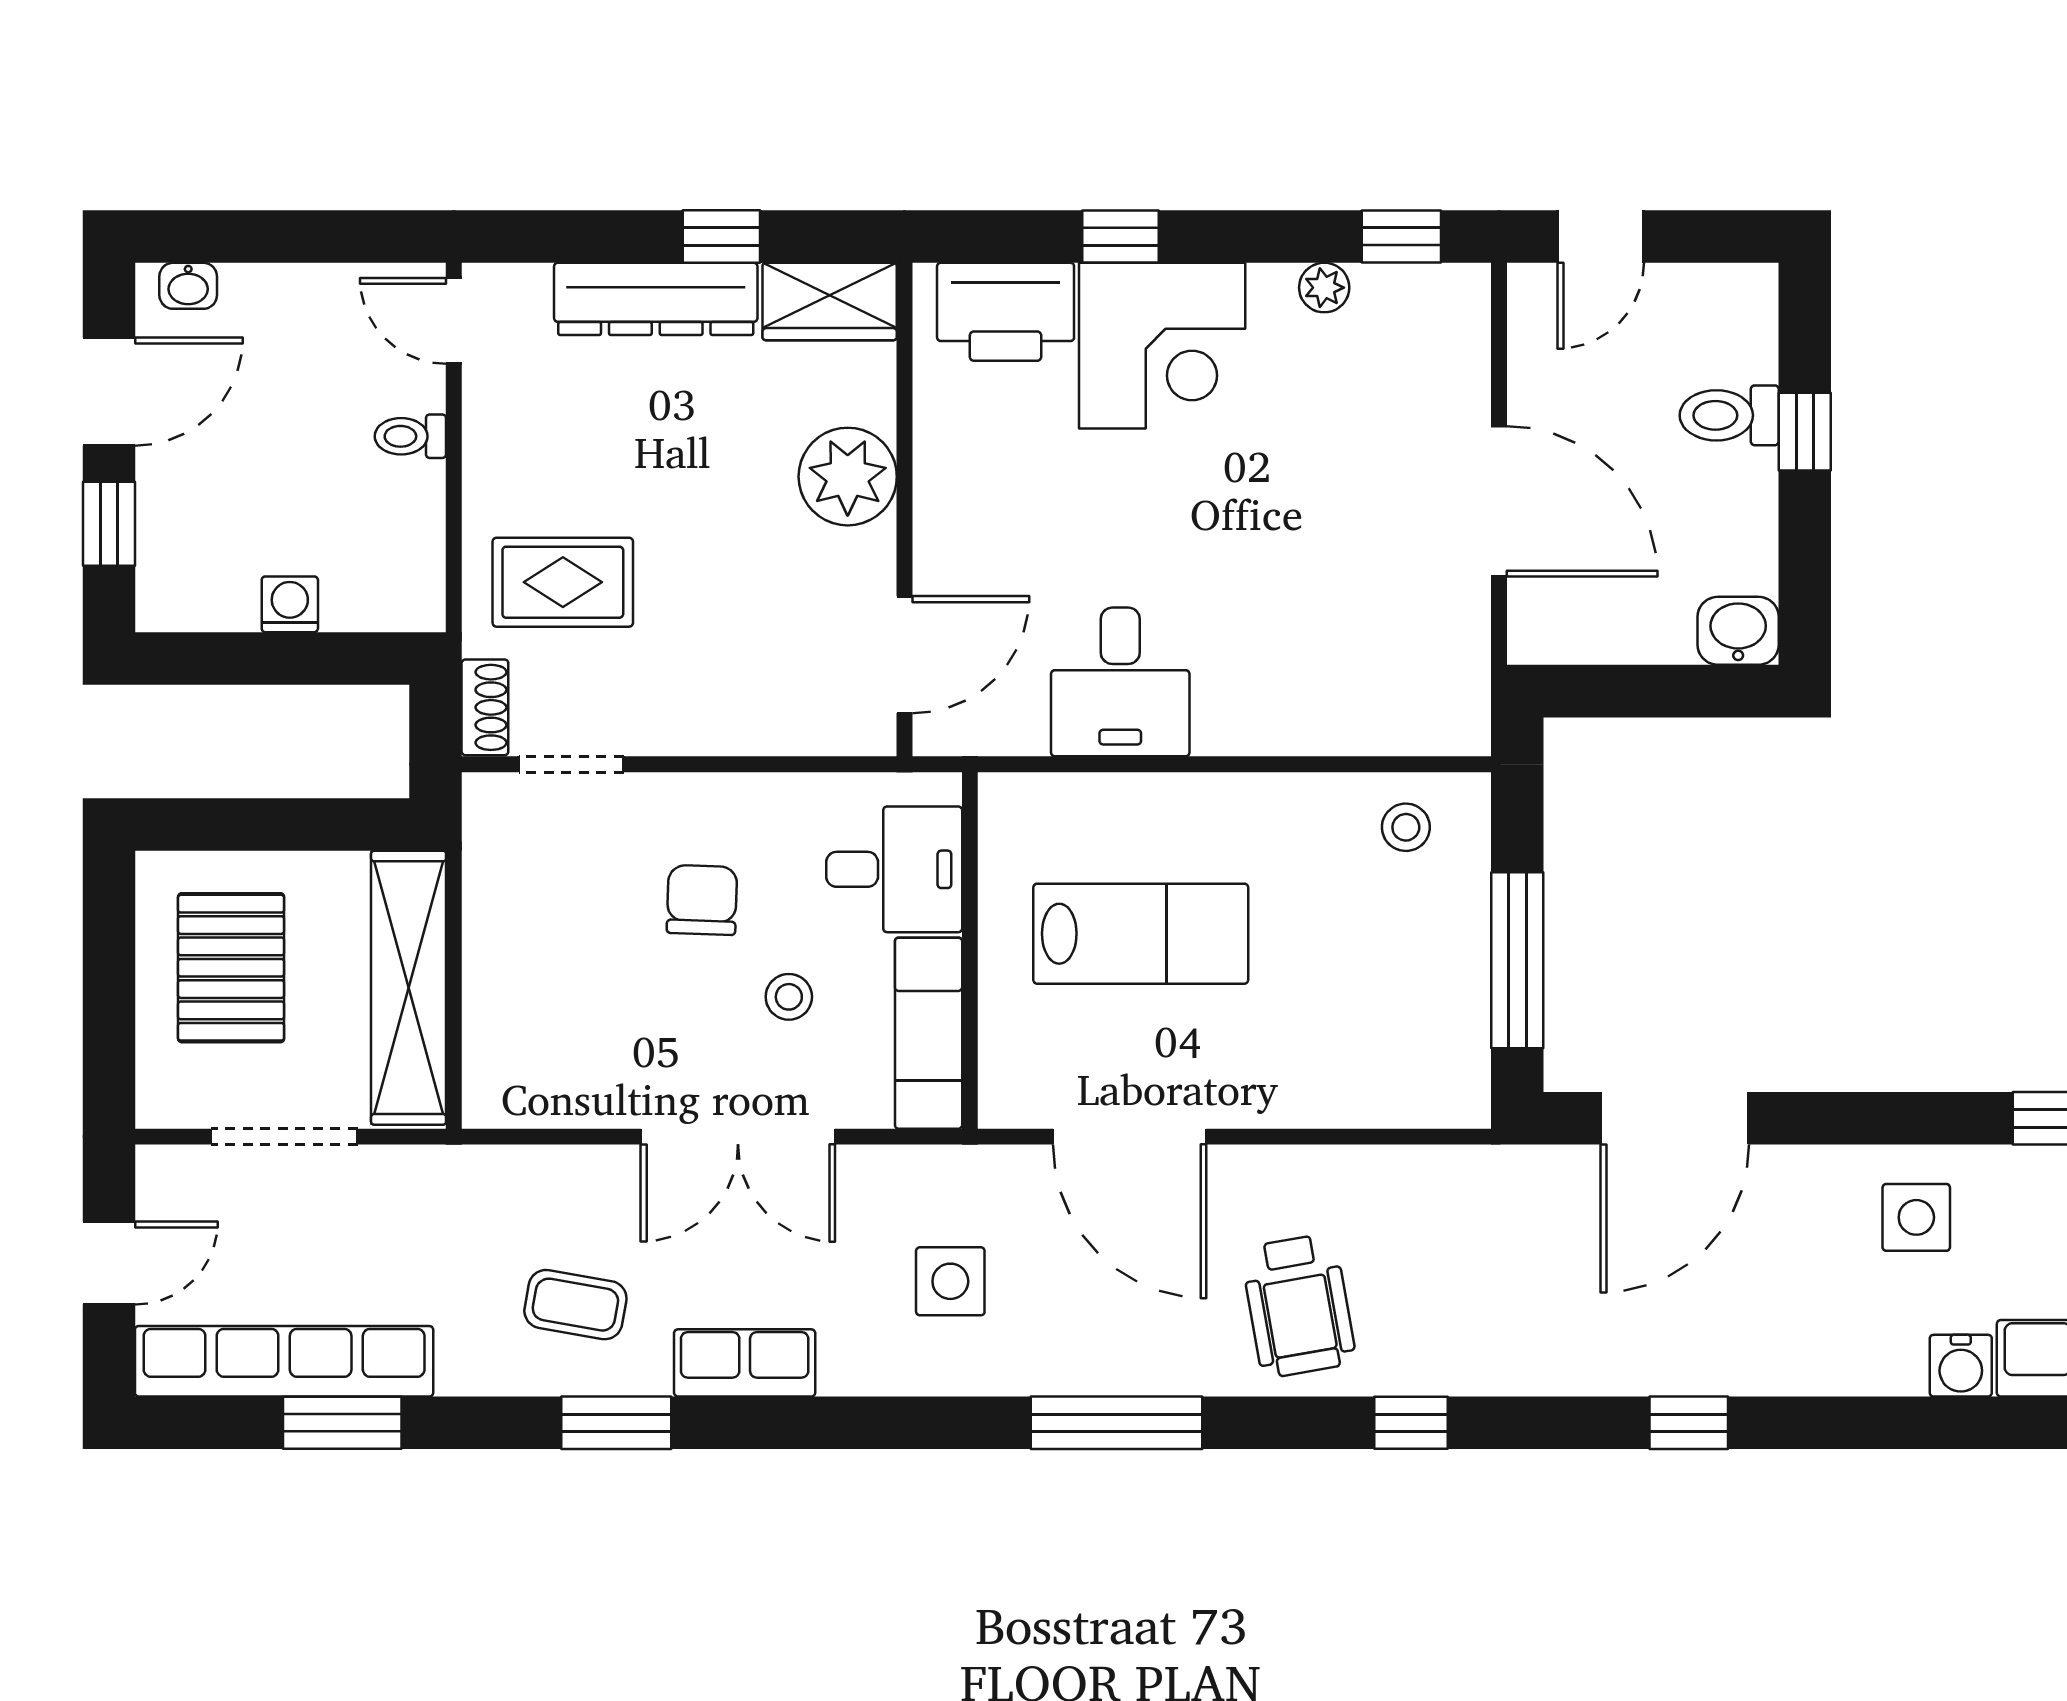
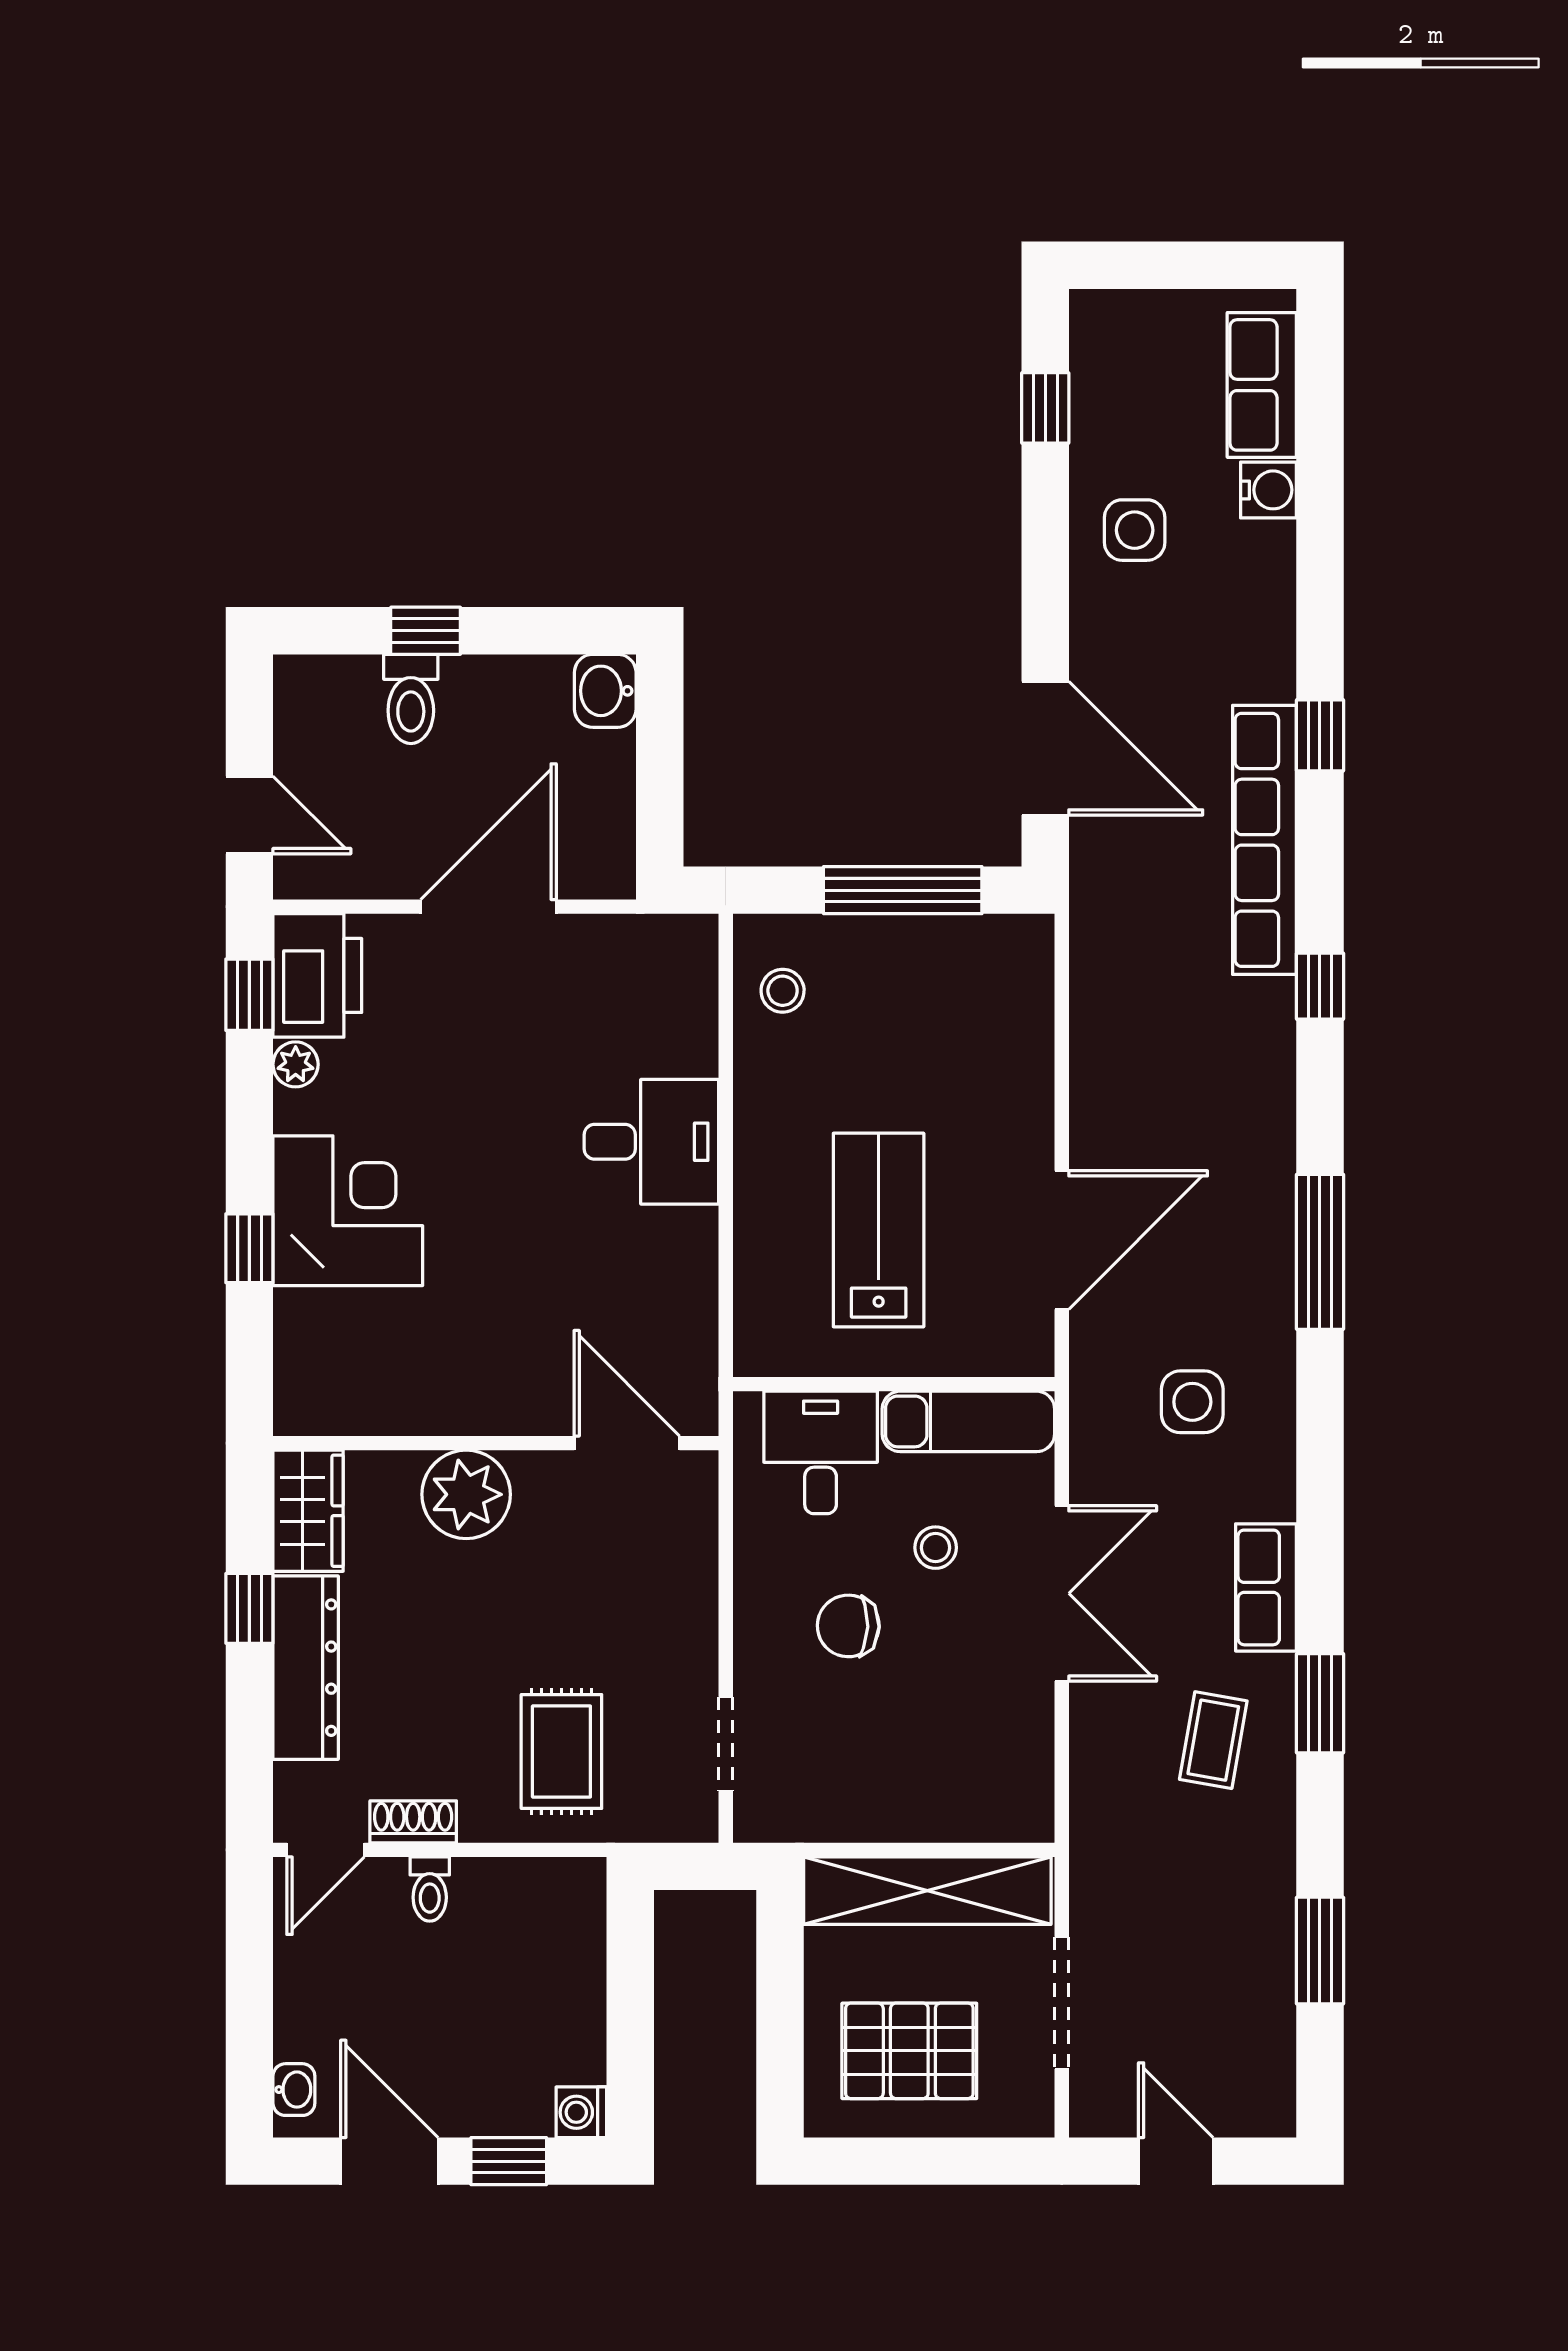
printer: (1006, 312) -> (317, 975), moved
washing machine: (290, 604) -> (581, 2112), moved
desk: (1120, 682) -> (651, 1142), moved
shoe rack: (485, 707) -> (413, 1822), moved
wheelchair: (1298, 1306) -> (1214, 1088), removed
row of seats: (284, 1361) -> (1264, 840), moved

